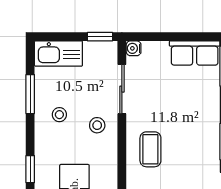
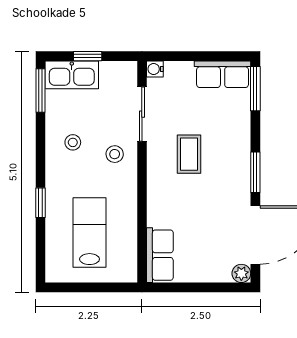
window: (100, 37) -> (88, 56), moved
window: (30, 94) -> (40, 91), moved
coffee table: (150, 149) -> (189, 154), moved

